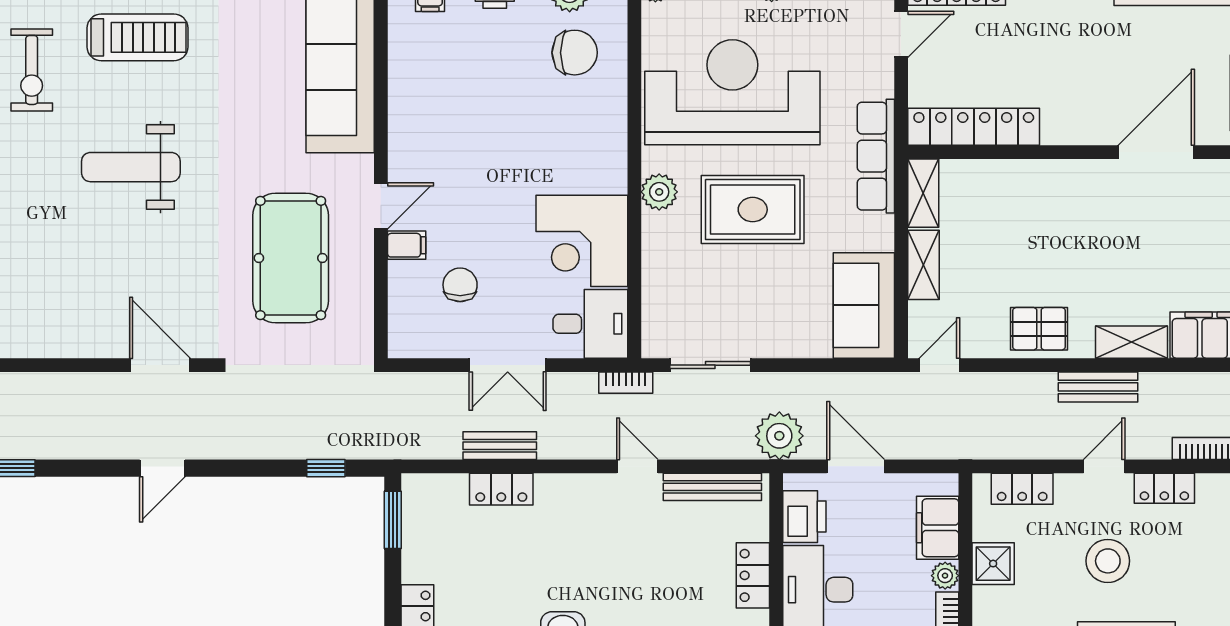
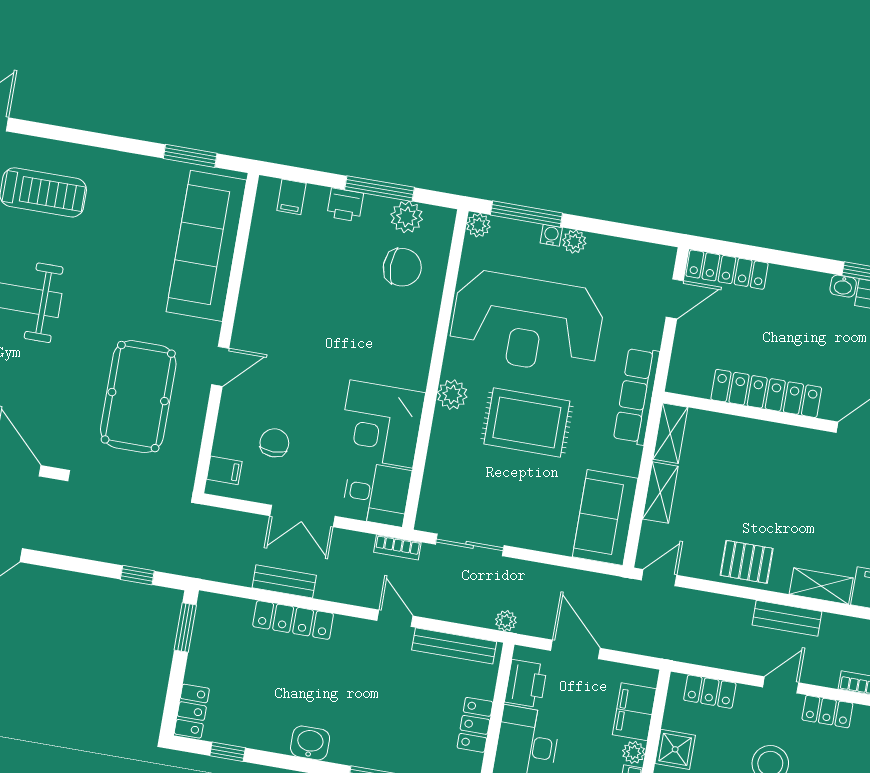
reception desk: (732, 92) -> (527, 323), turned 180
locker: (974, 127) -> (766, 393), moved
filing cabinet: (407, 245) -> (224, 470), moved
plant: (779, 436) -> (506, 621), width x0.53, depth x0.53
locker: (501, 489) -> (293, 620), width x1.53

